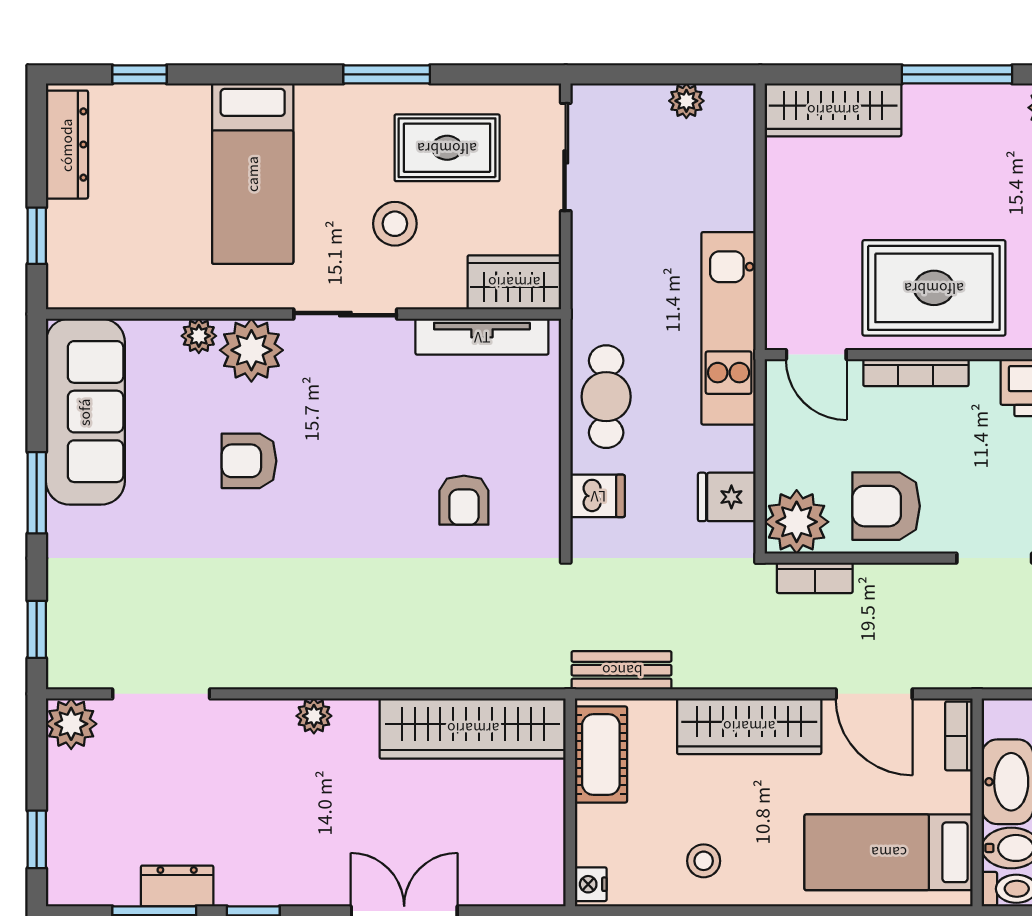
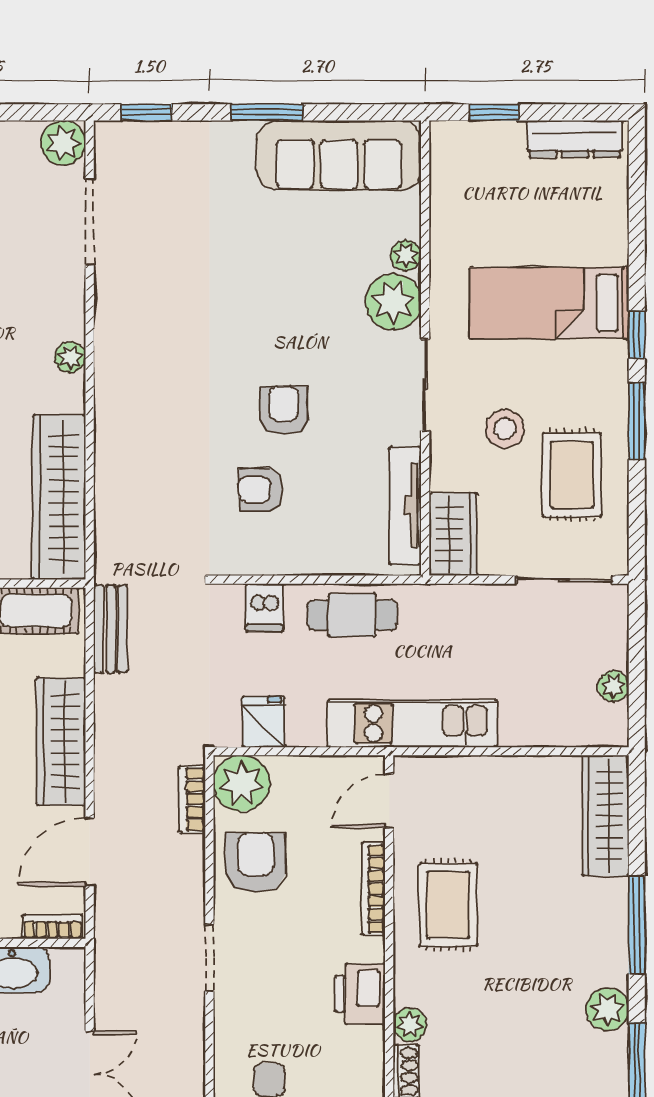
window: (140, 74) -> (637, 335), moved
rug: (934, 288) -> (448, 905), width x0.73, depth x0.70
armchair: (249, 461) -> (284, 410), moved

